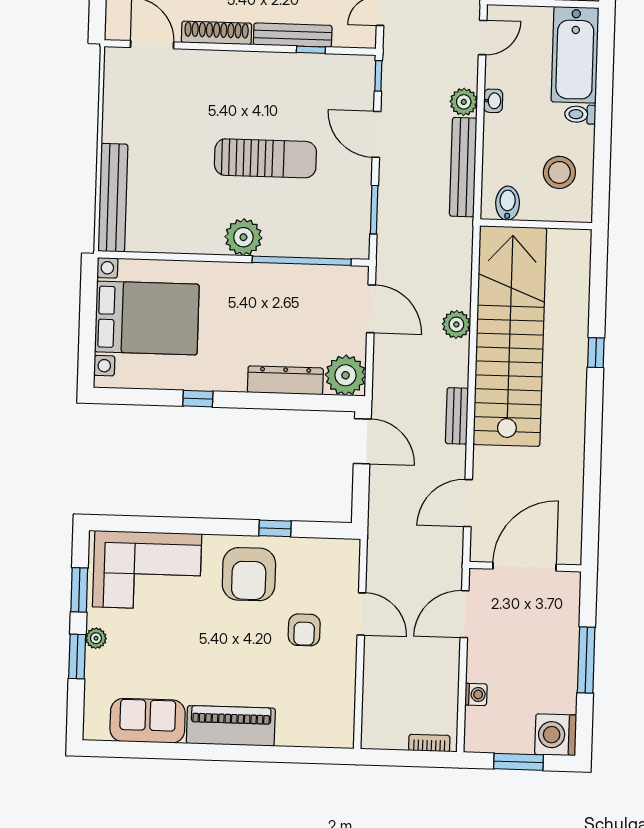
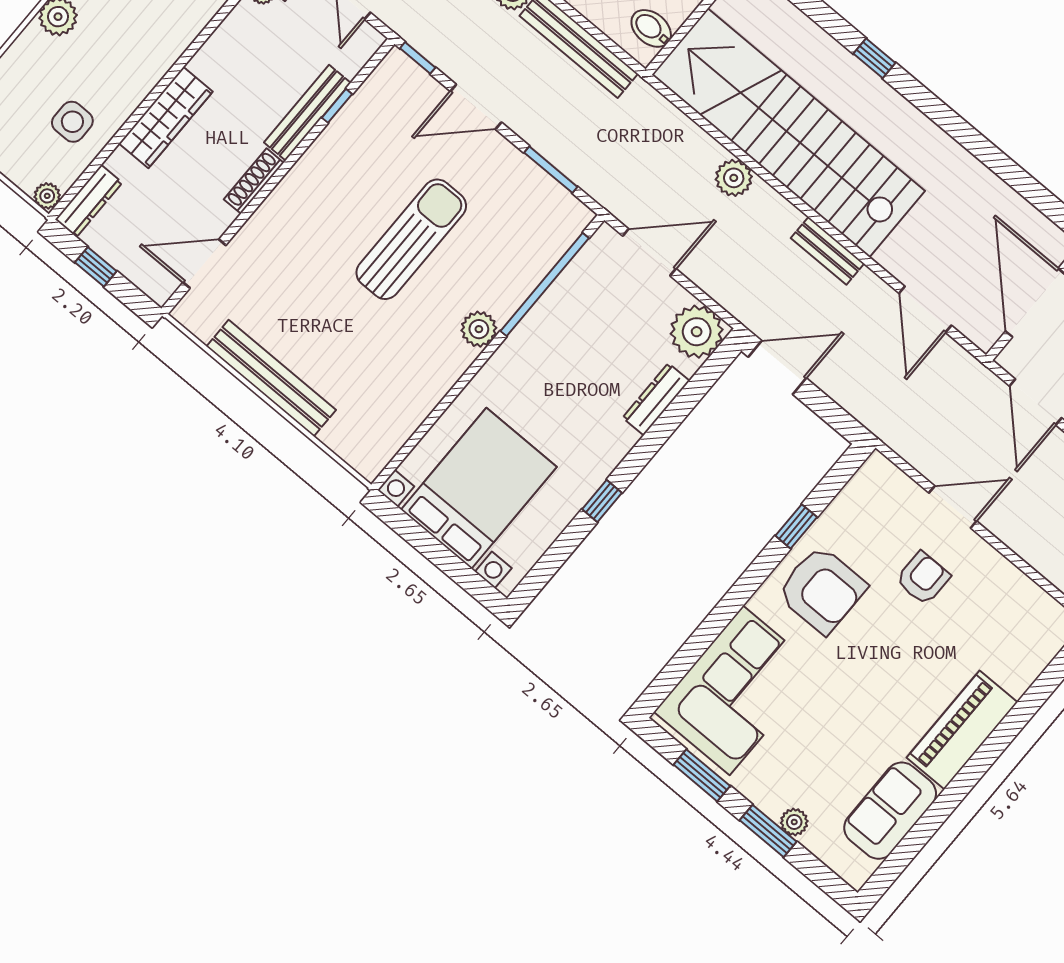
shoe rack: (217, 33) -> (254, 181), width x0.74, depth x0.81
bench: (113, 198) -> (271, 378), moved
plant: (243, 237) -> (479, 329), width x0.73, depth x0.73
dresser: (285, 380) -> (656, 399), width x0.73, depth x0.80
armchair: (304, 630) -> (923, 578), turned -90
plant: (96, 638) -> (794, 822), moved

